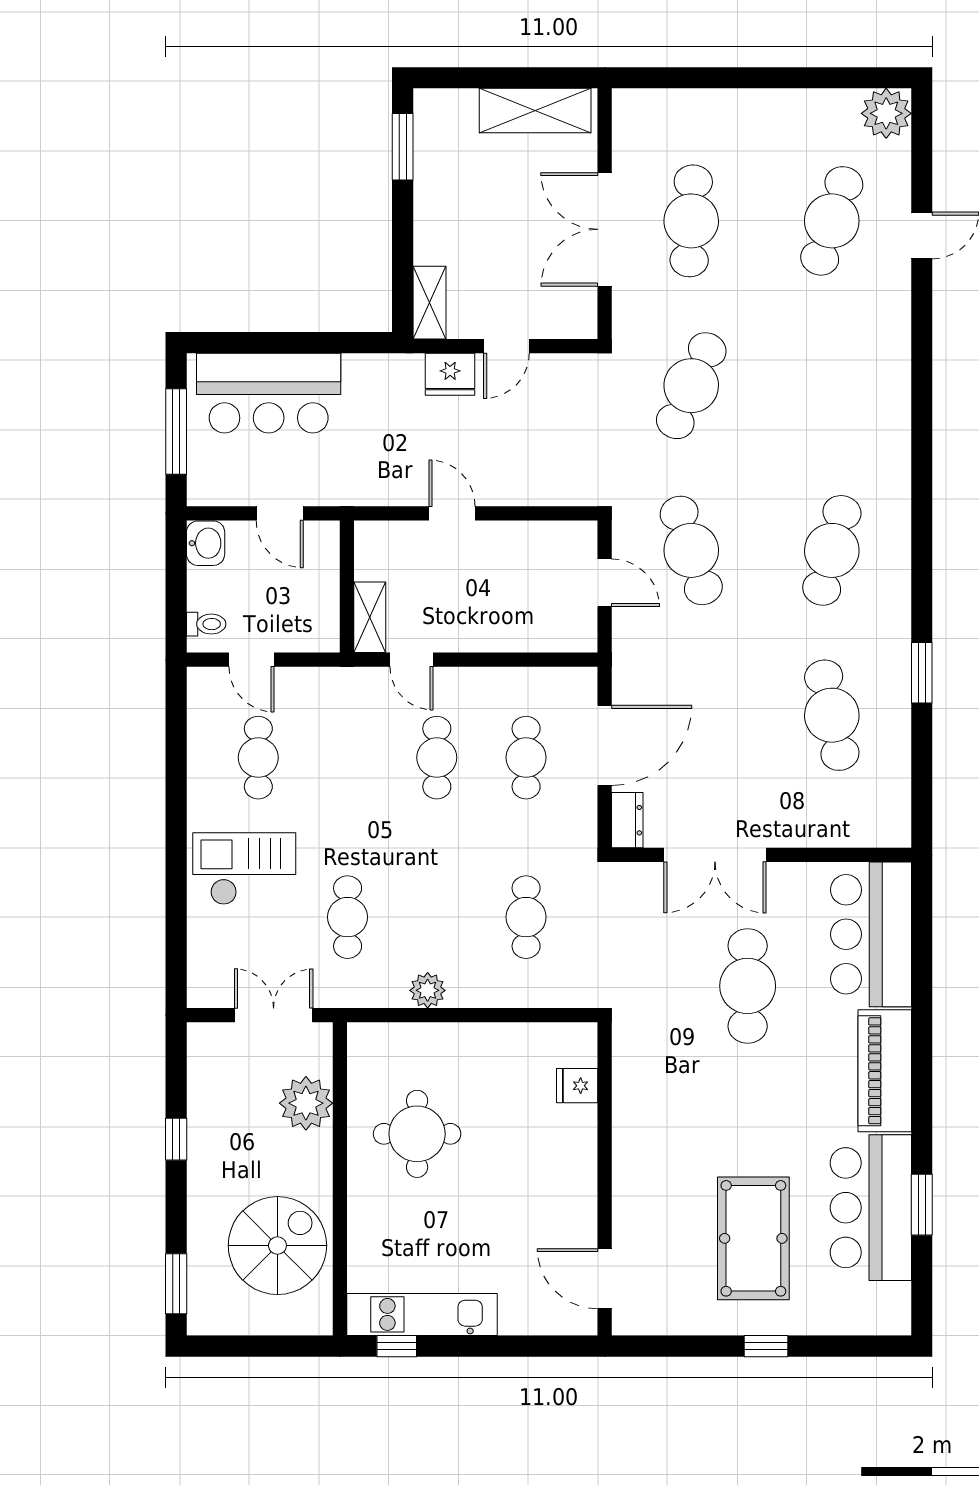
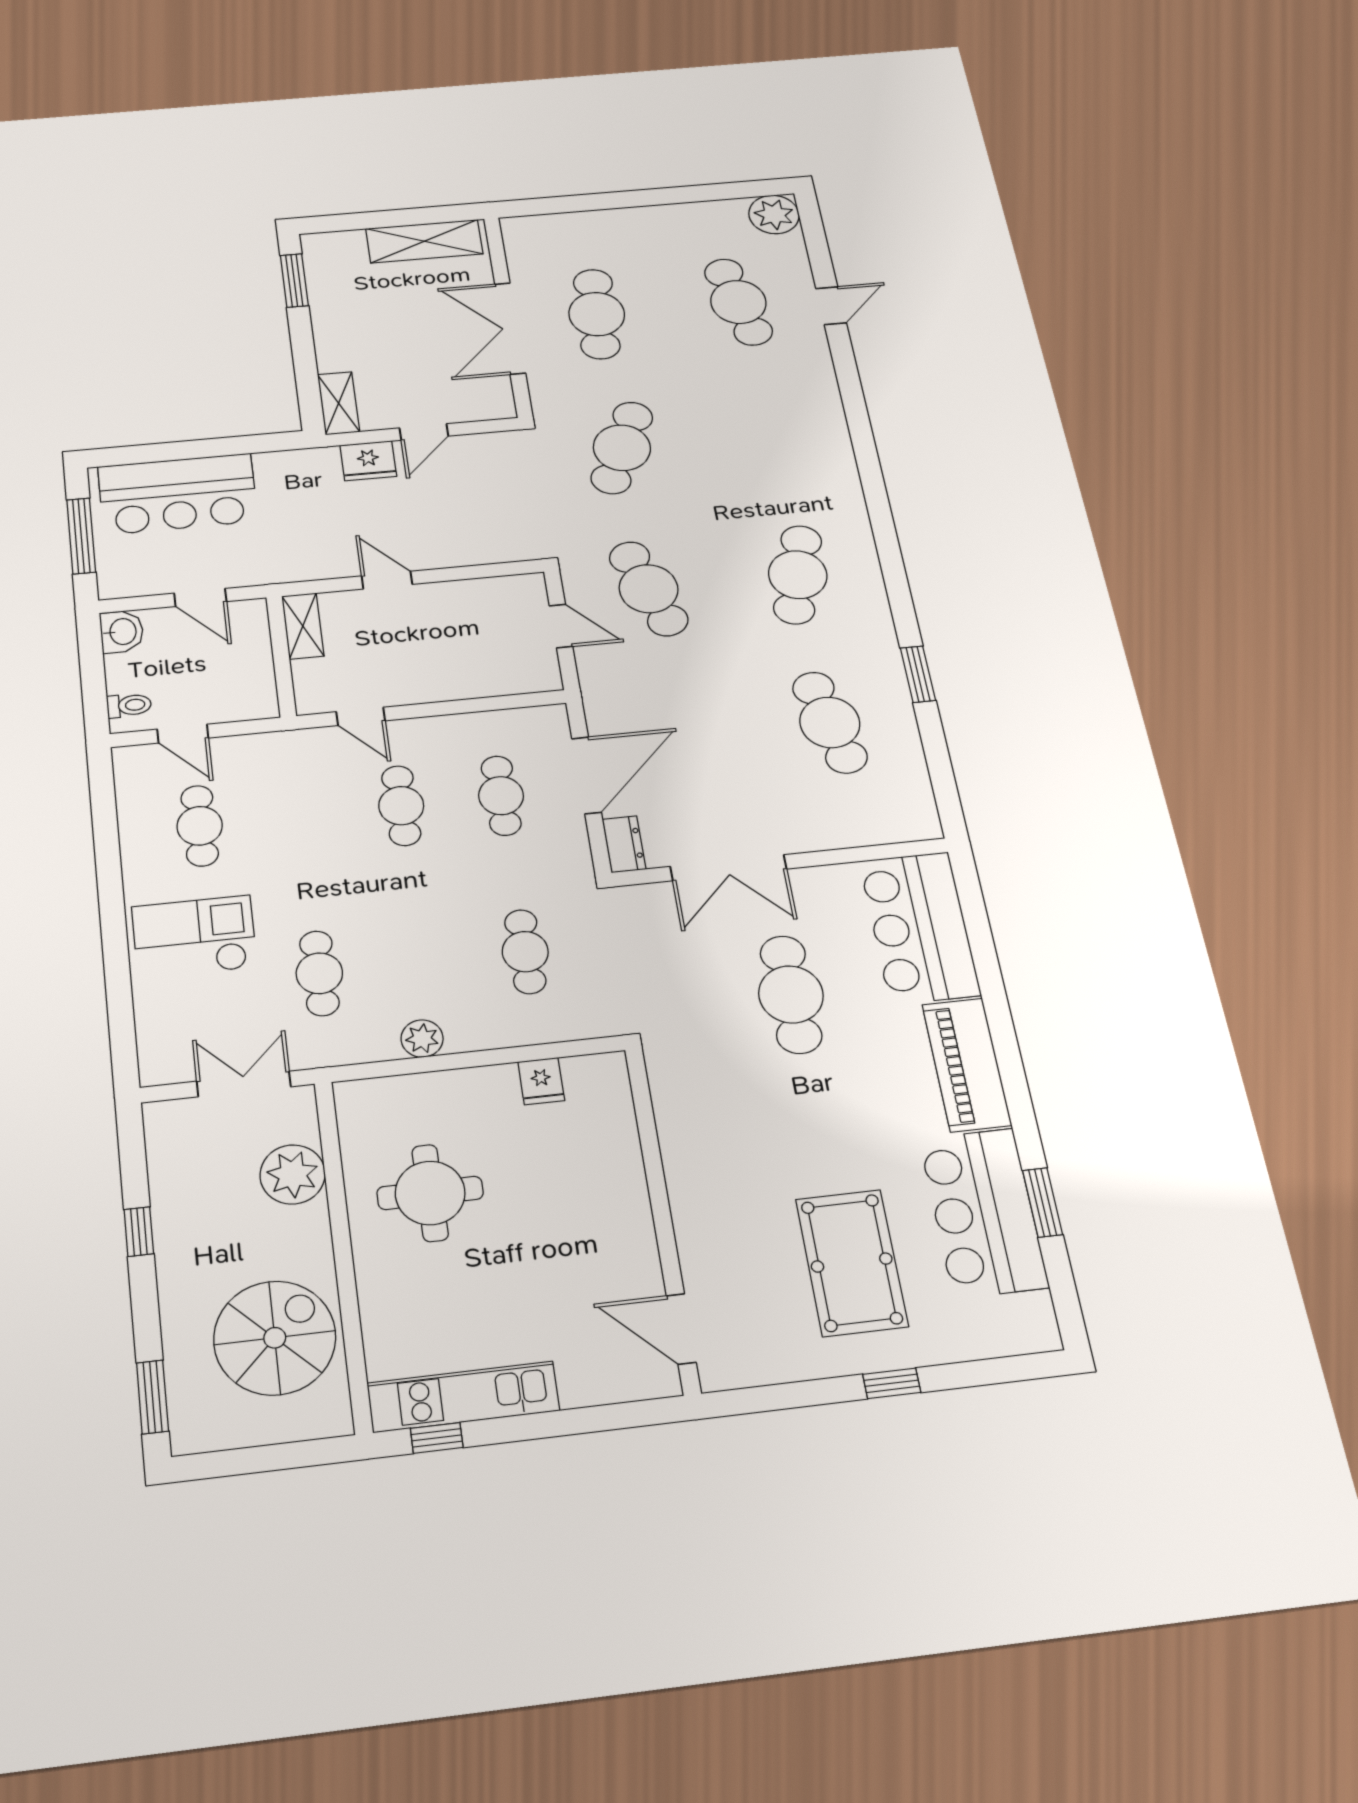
cafe table: (832, 221) -> (738, 302), turned -30
shelving: (370, 617) -> (303, 626), moved
fridge: (577, 1086) -> (541, 1081), moved, turned -90

